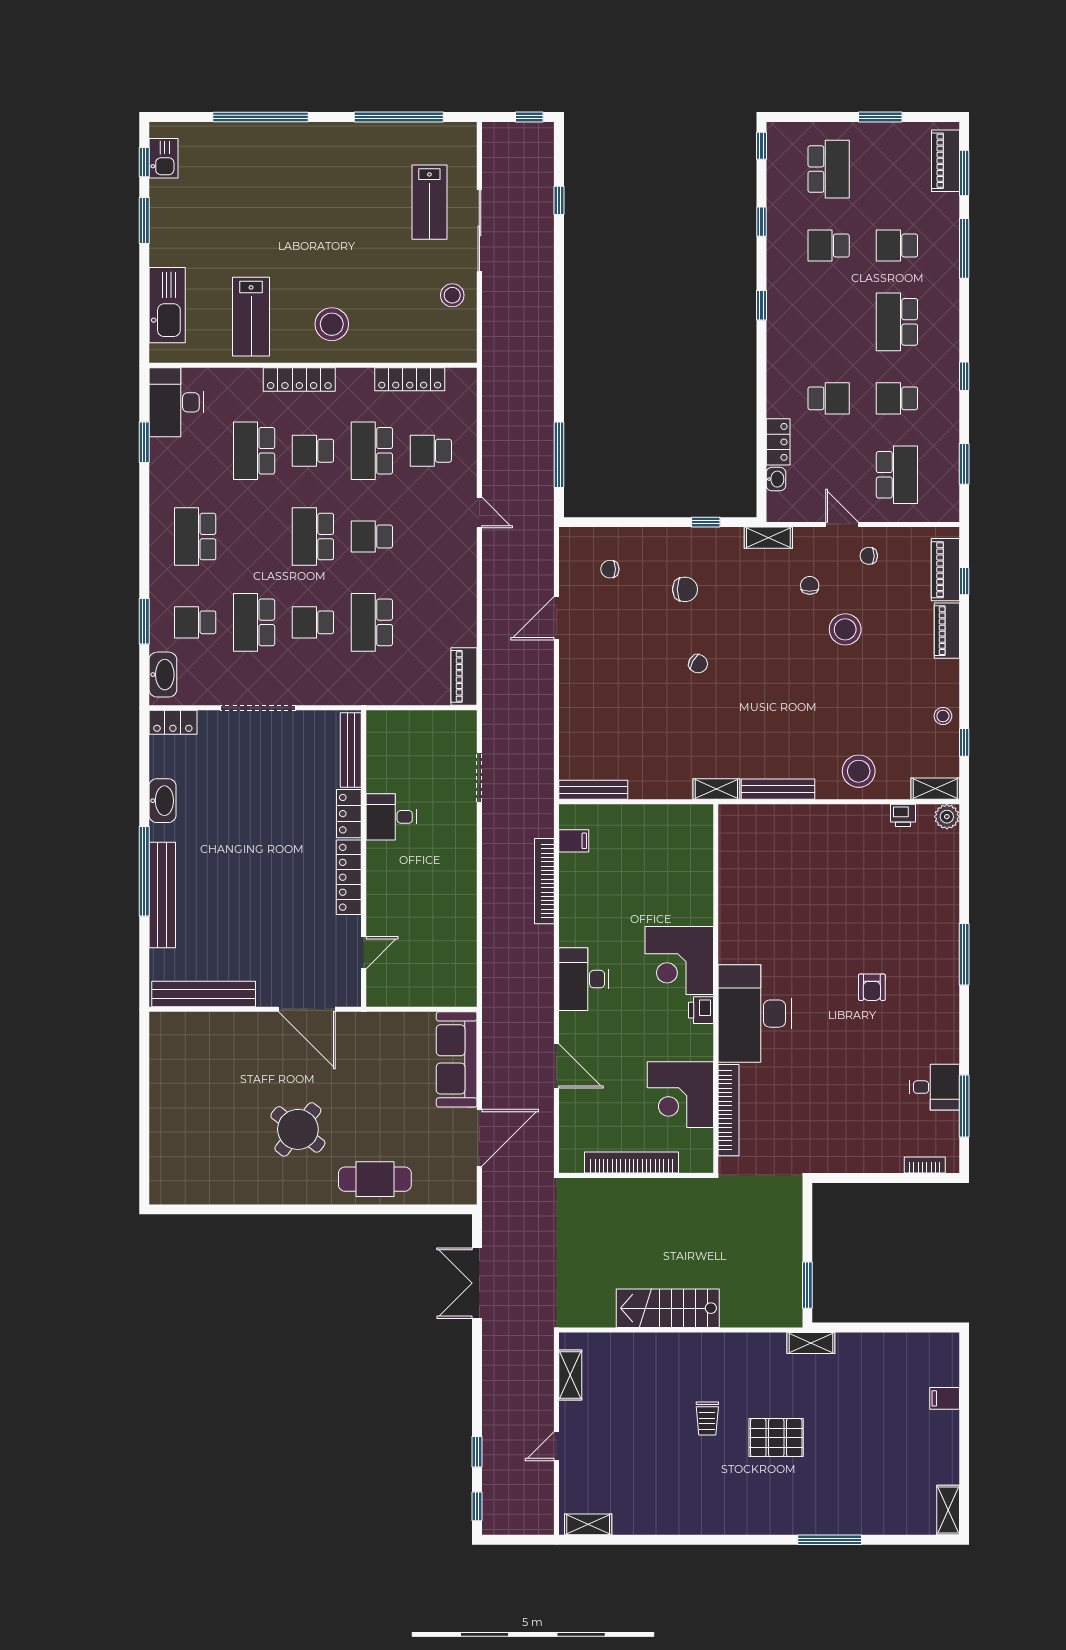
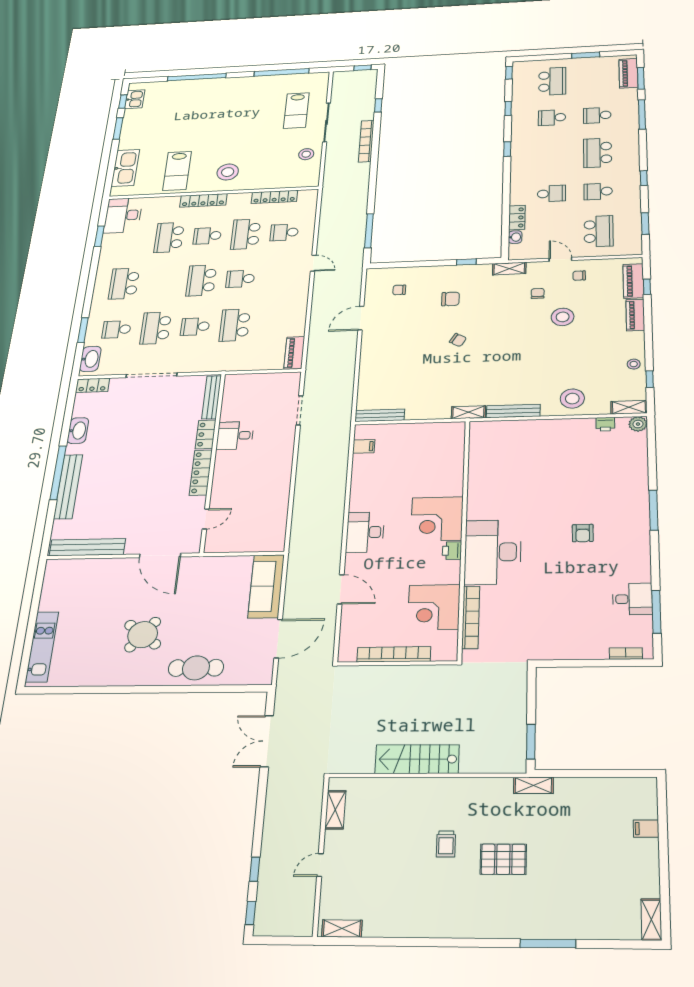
bookcase: (544, 881) -> (366, 141), moved
kitchen unit: (164, 1146) -> (42, 647), added

